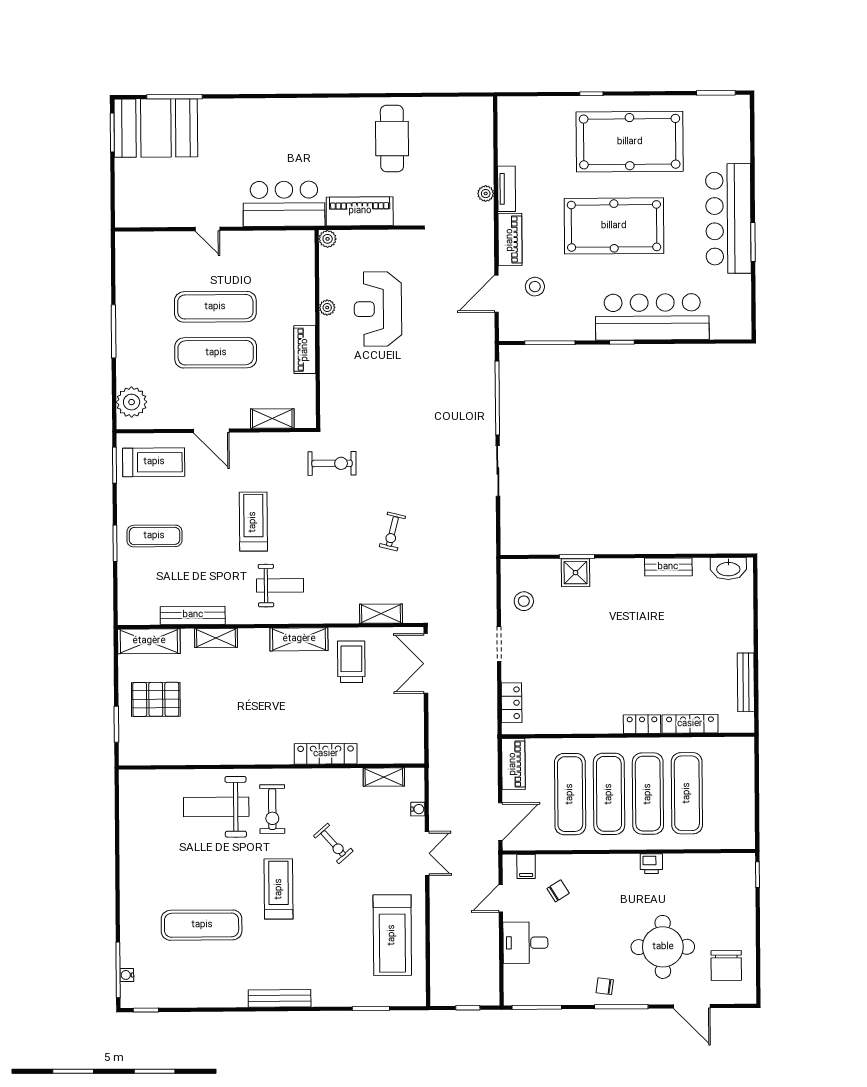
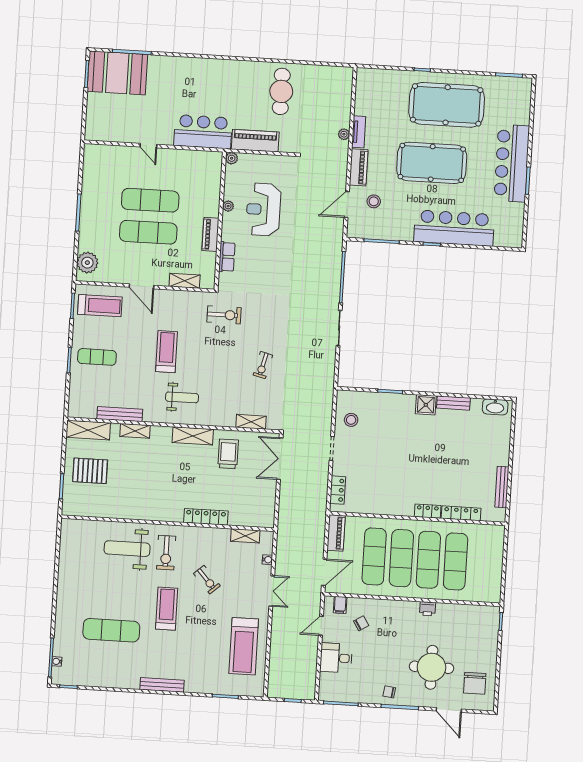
row of seats: (330, 380) -> (227, 257), added
shower: (575, 573) -> (426, 405), moved

